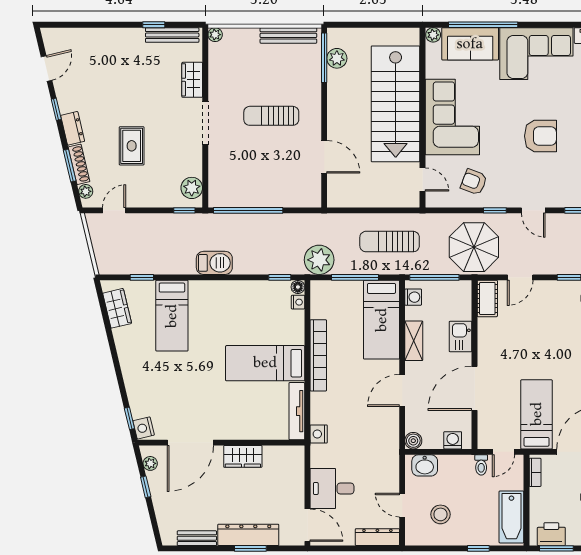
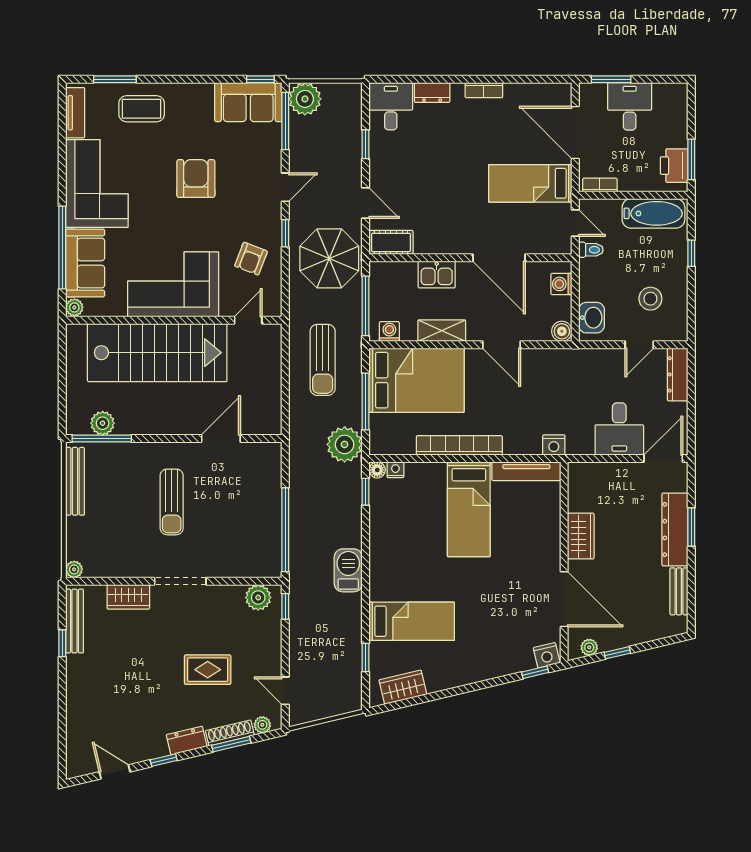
bed: (382, 320) -> (416, 380), width x1.50

